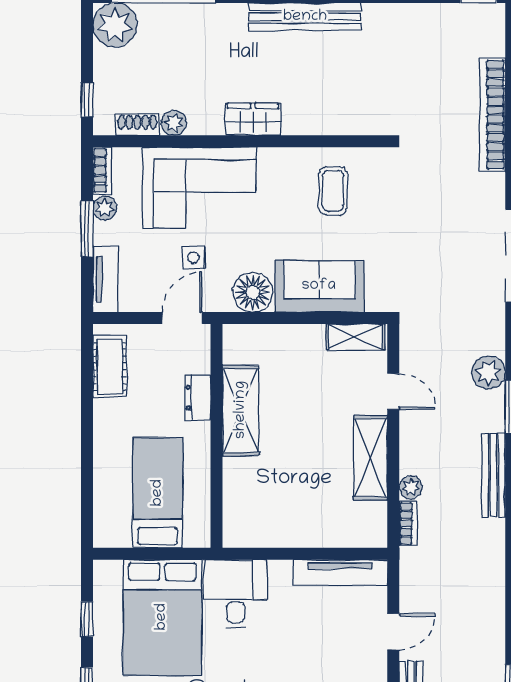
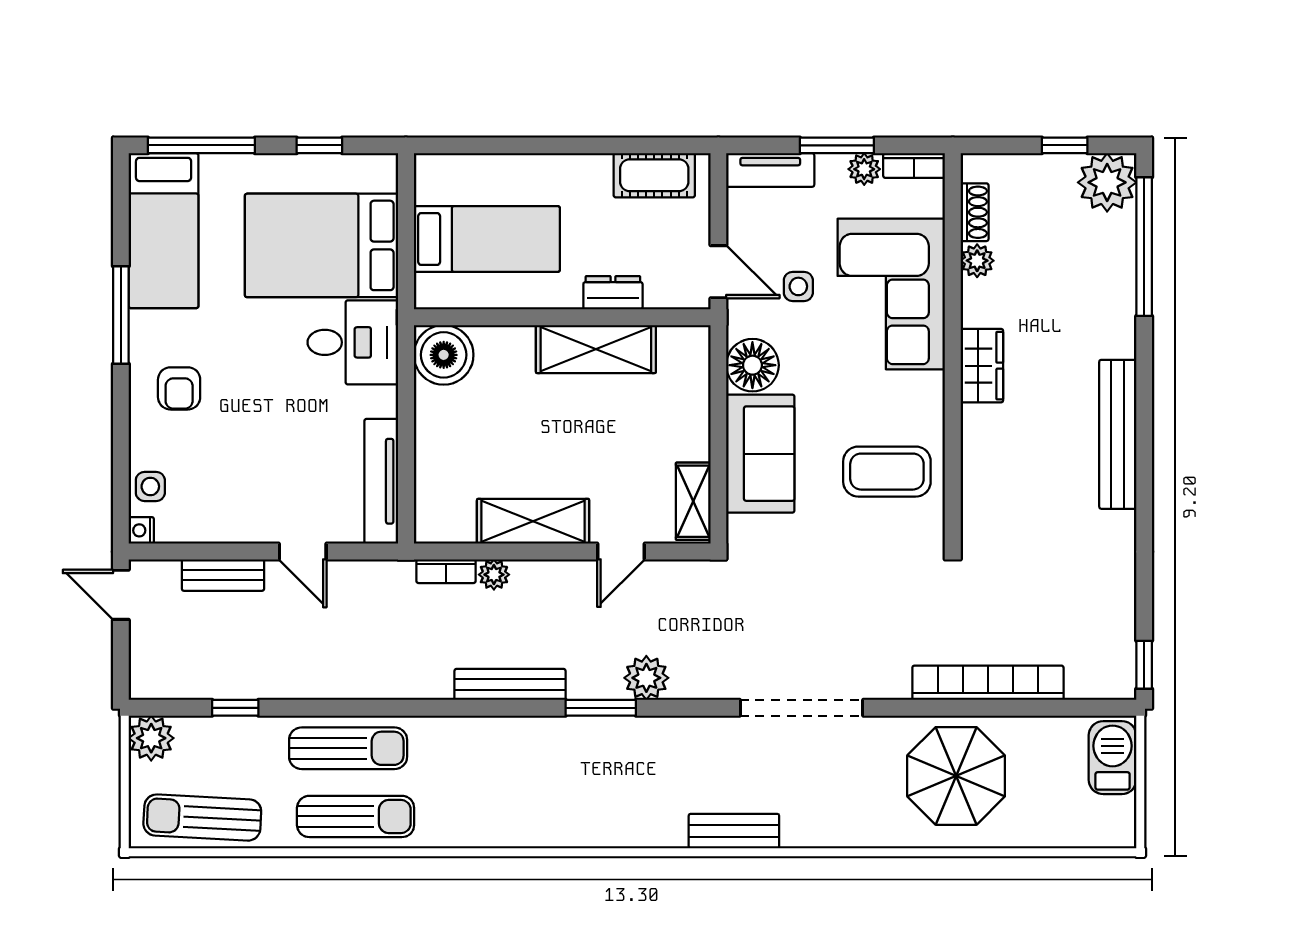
window: (87, 100) -> (1065, 145), moved
coffee table: (333, 191) -> (887, 472), width x1.36, depth x1.30
boiler: (245, 525) -> (444, 355), added

